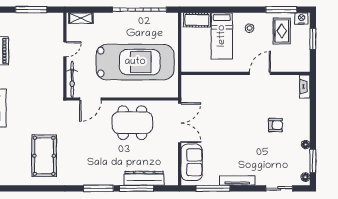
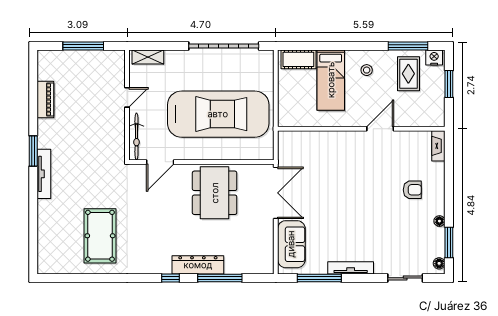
dining table: (132, 123) -> (215, 193), turned 90
armchair: (275, 125) -> (412, 190), moved
dresser: (144, 178) -> (198, 265), moved
window: (98, 188) -> (171, 278), width x0.46

